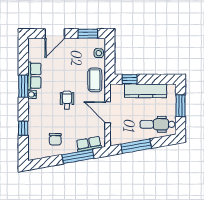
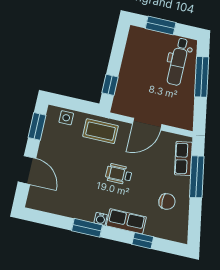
row of seats: (34, 76) -> (126, 221), moved
kitchen counter: (146, 91) -> (130, 67), removed
window: (136, 146) -> (202, 77), moved

